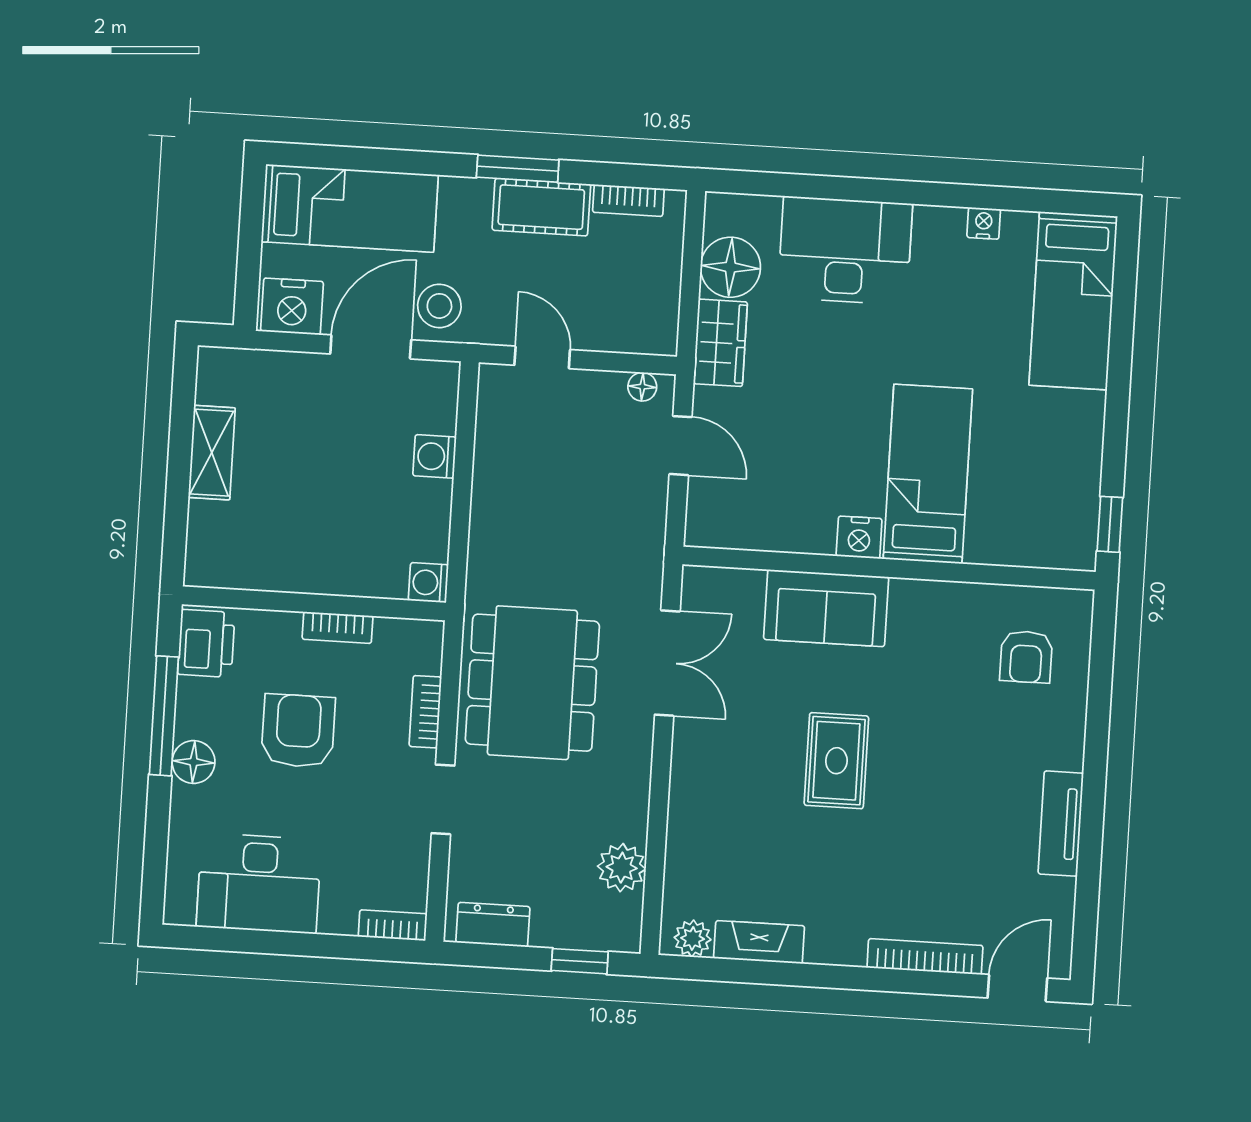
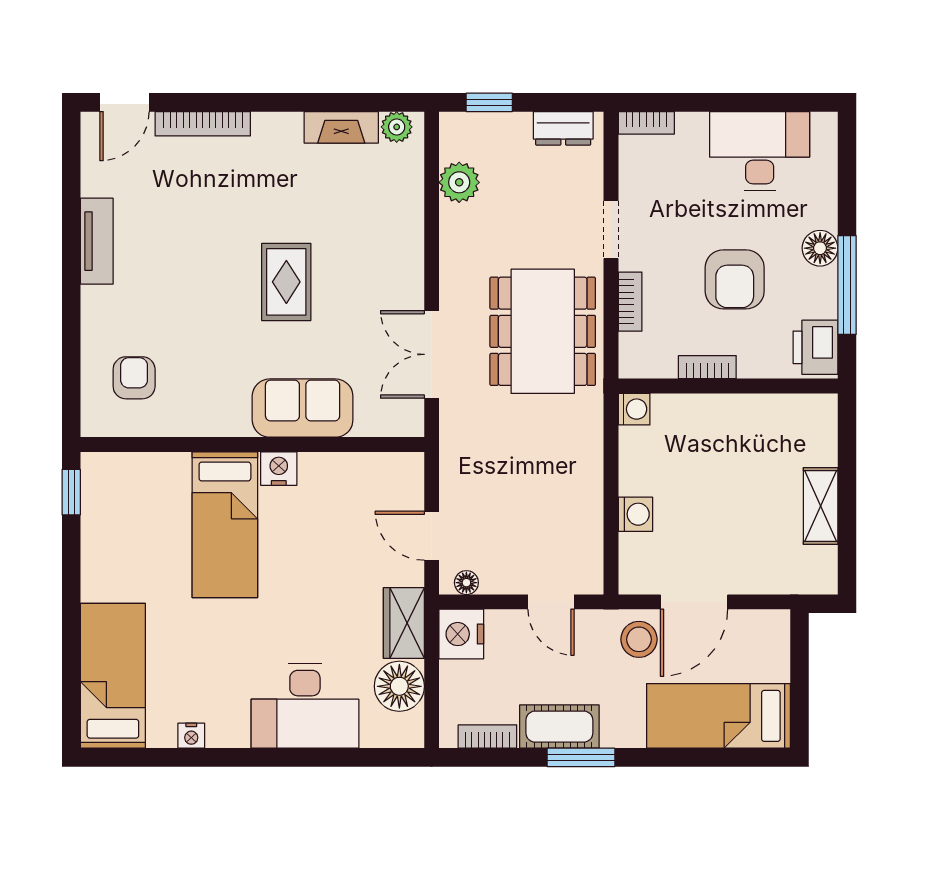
nightstand: (292, 306) -> (461, 634), moved, turned -90

